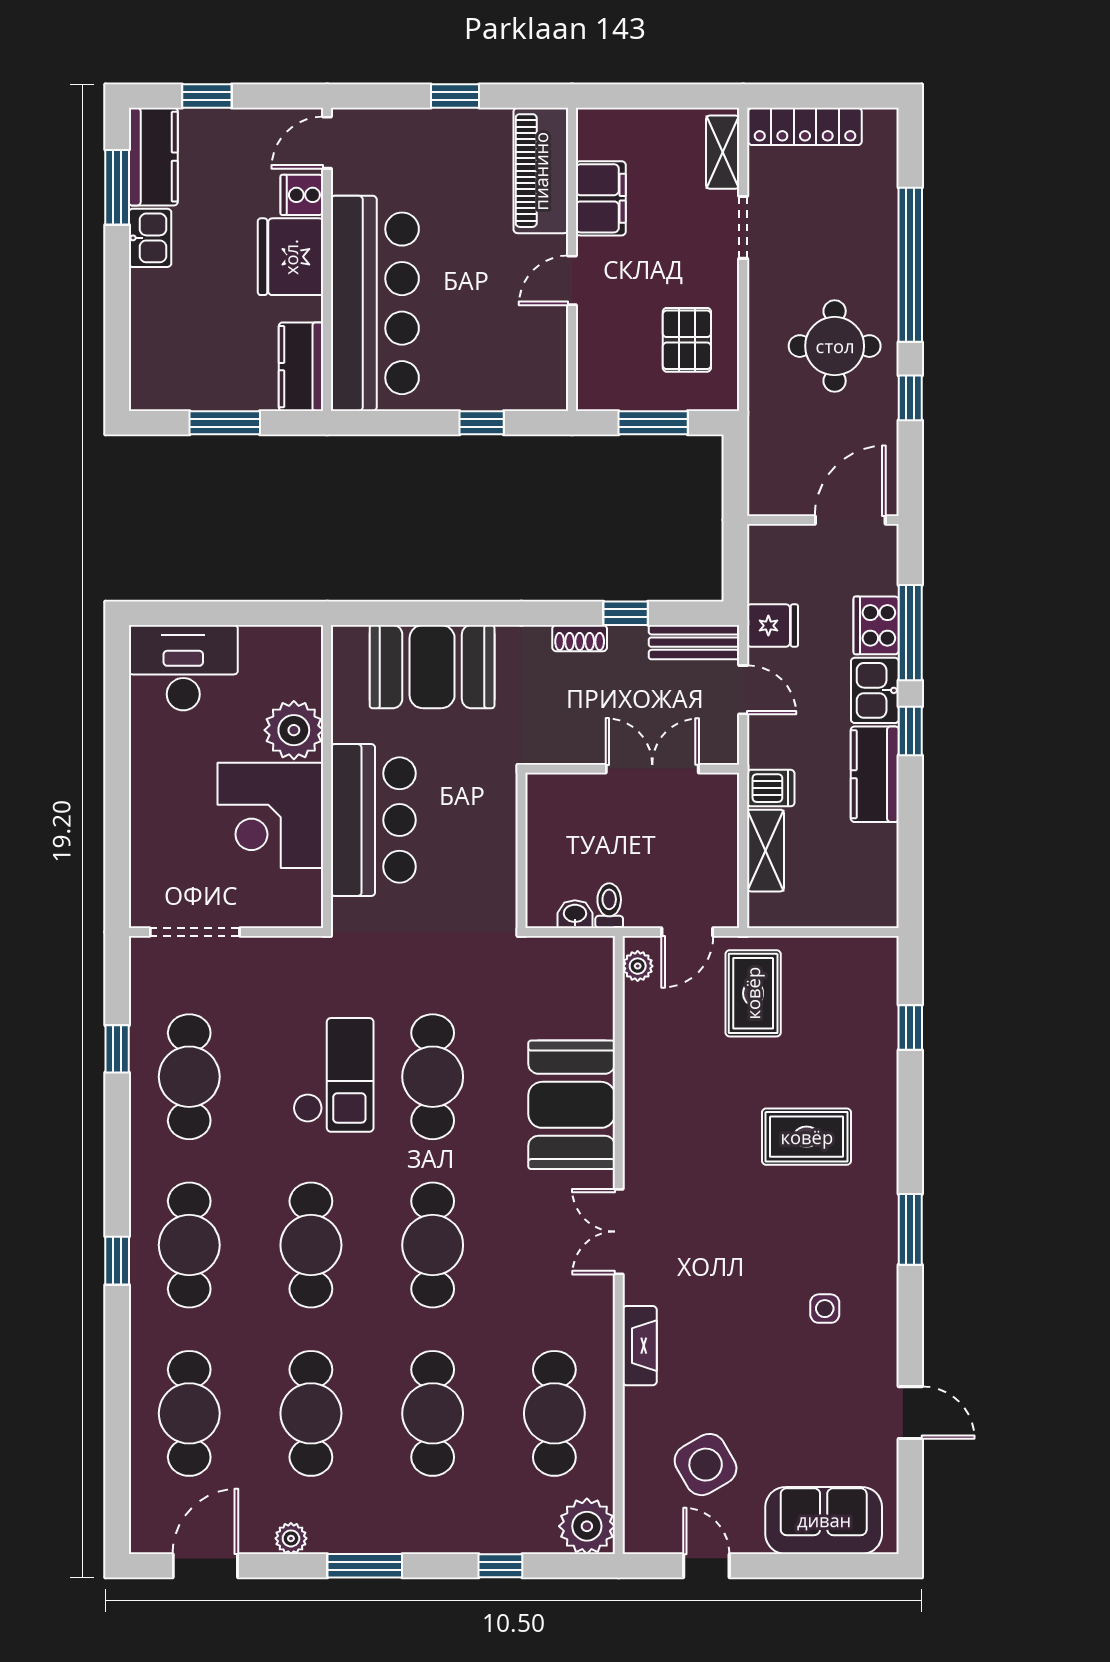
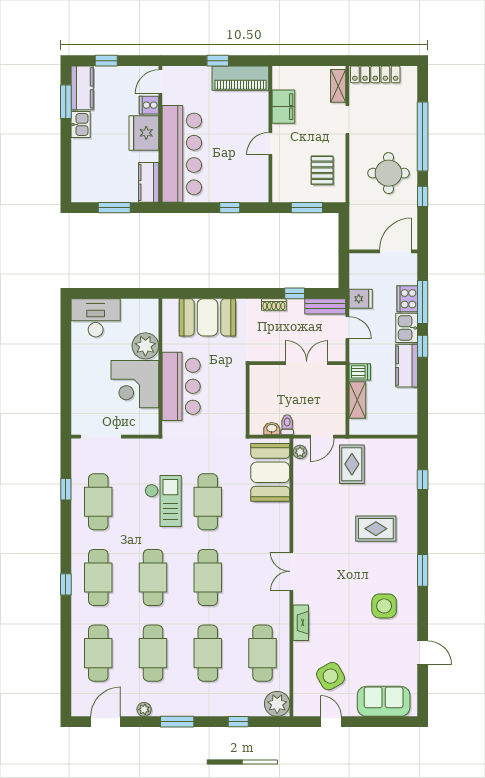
piano: (541, 171) -> (240, 78), moved, turned -90
booth: (572, 1105) -> (270, 472), moved
side table: (825, 1309) -> (384, 606), width x1.87, depth x1.87

